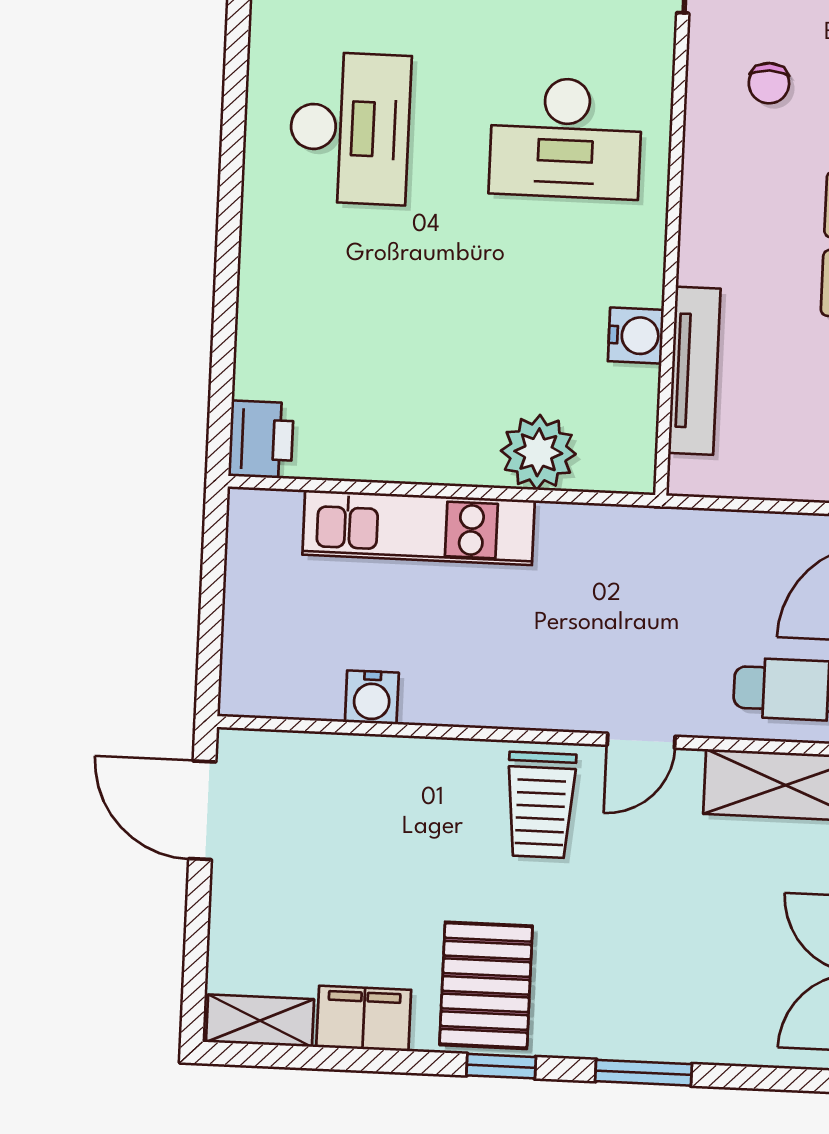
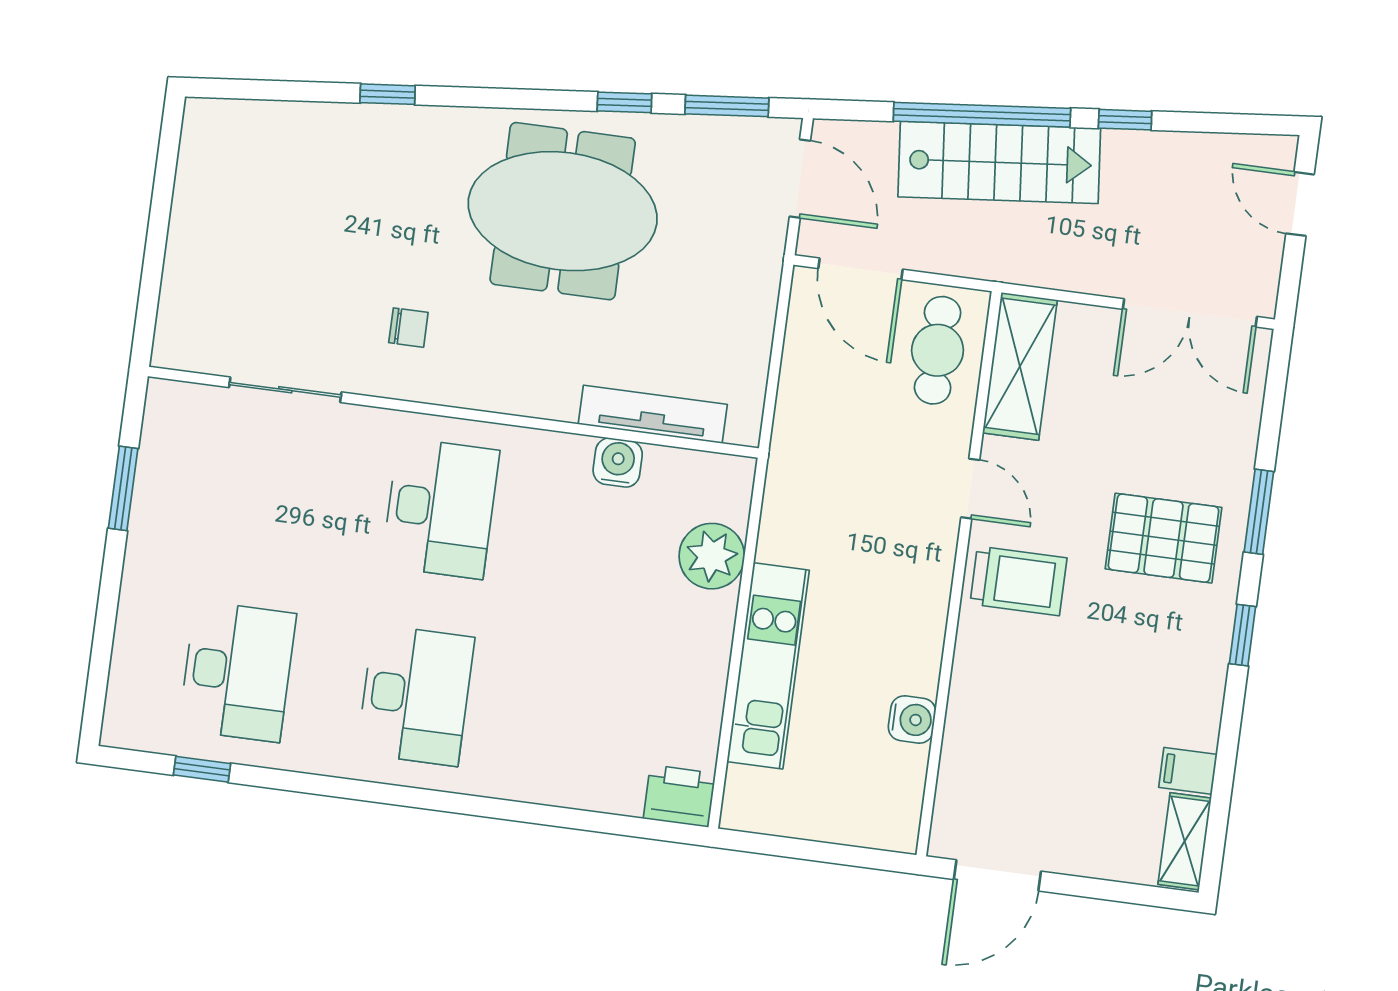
desk: (350, 128) -> (416, 695), turned 90
pallet: (486, 985) -> (1163, 538), moved
filing cabinet: (364, 1018) -> (1188, 771), width x0.50

